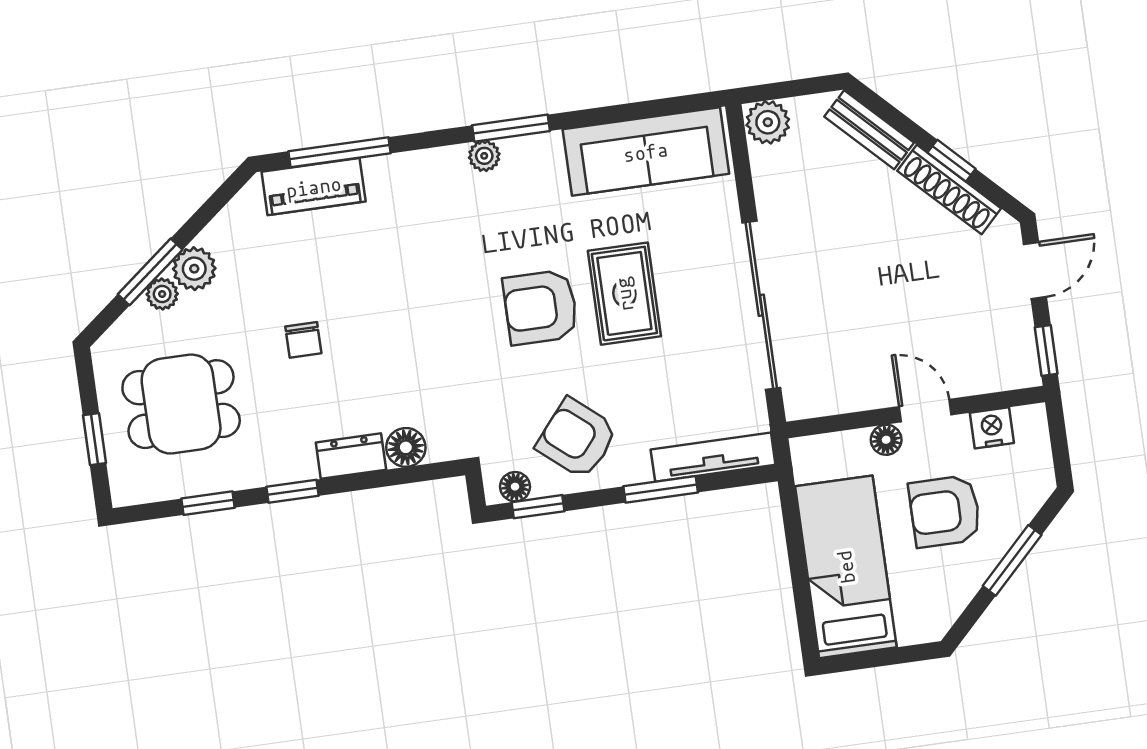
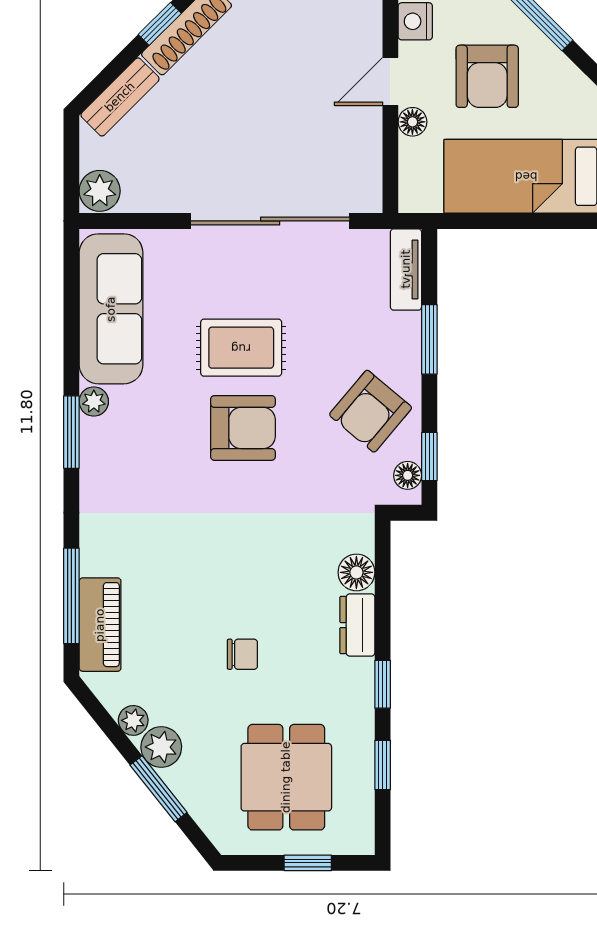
plant: (484, 156) -> (94, 401), moved
plant: (162, 294) -> (133, 720), moved
armchair: (540, 307) -> (243, 428), turned -90
tv unit: (713, 457) -> (406, 269), width x0.71

